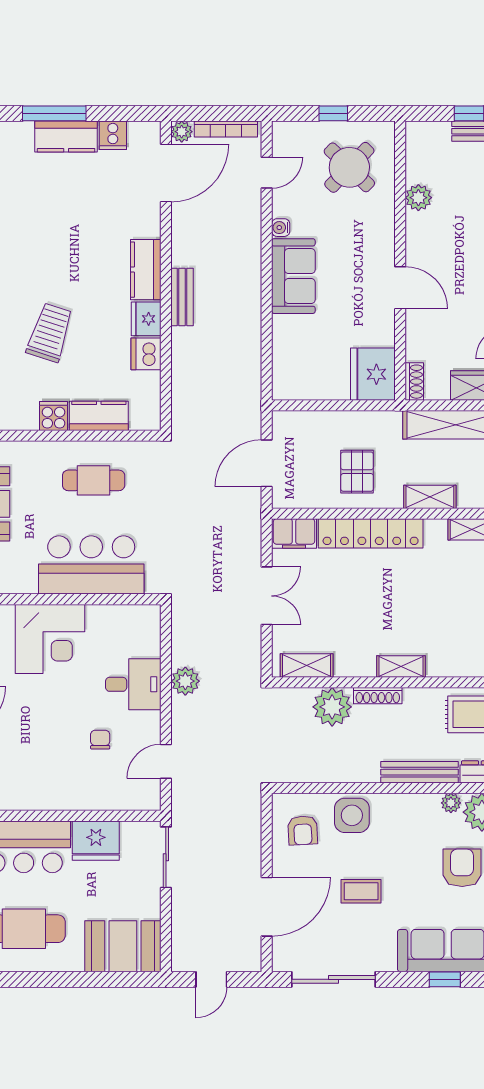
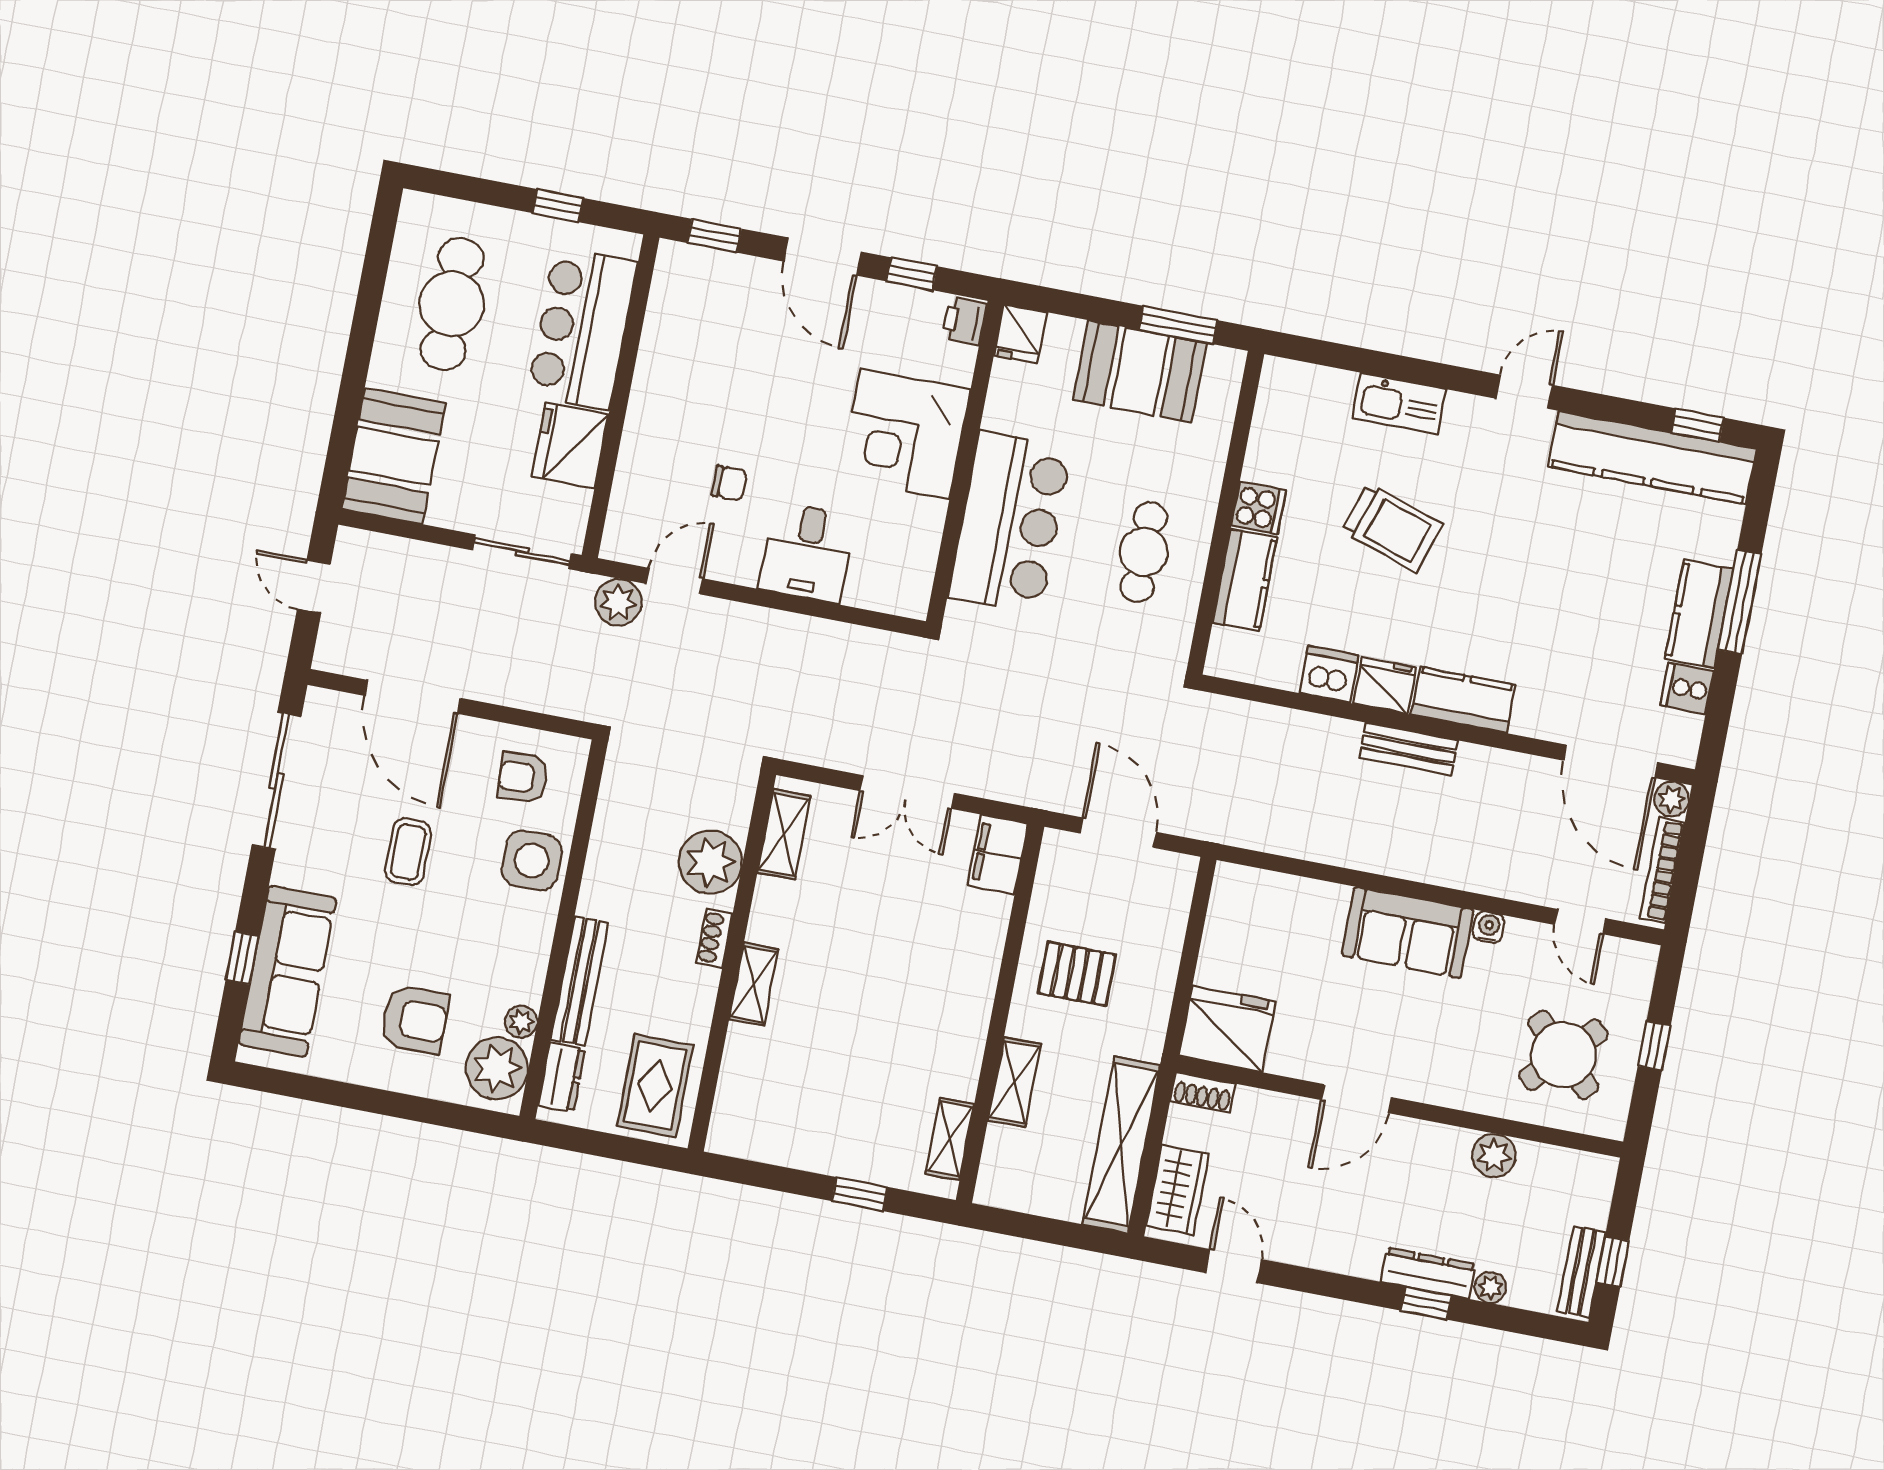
locker: (371, 533) -> (974, 976), removed
plant: (185, 681) -> (618, 602), moved
shoe rack: (378, 696) -> (714, 938), width x0.70
door: (166, 761) -> (675, 581), hinge flipped

